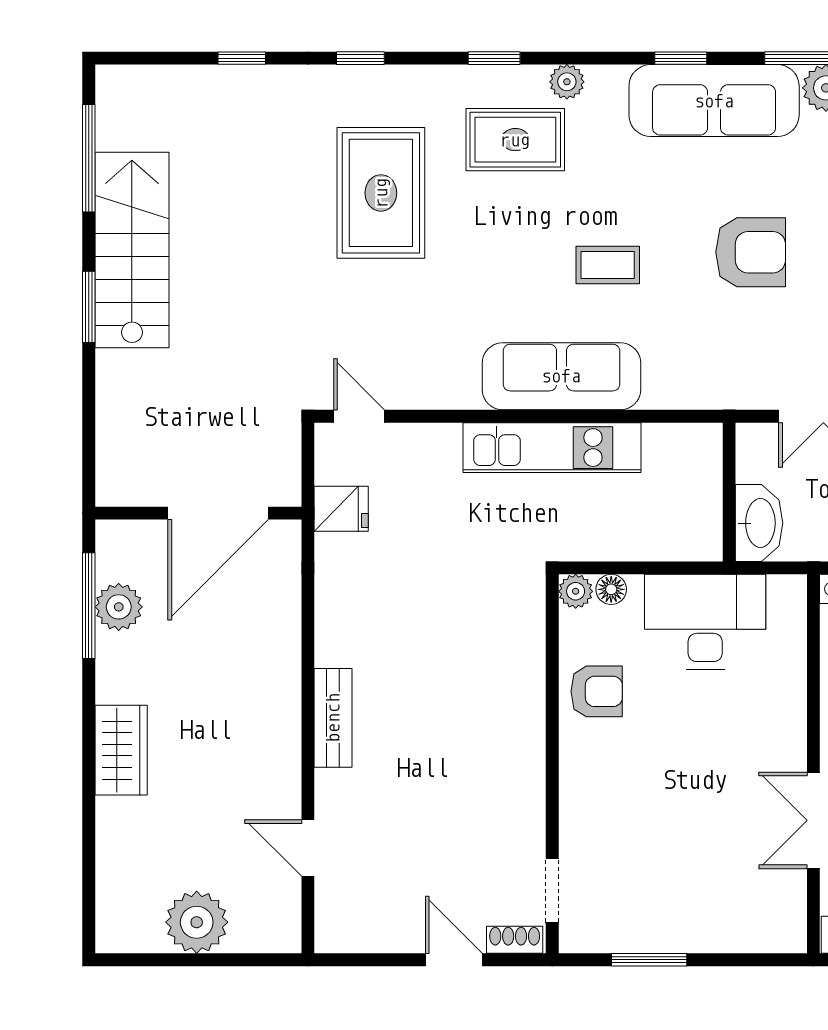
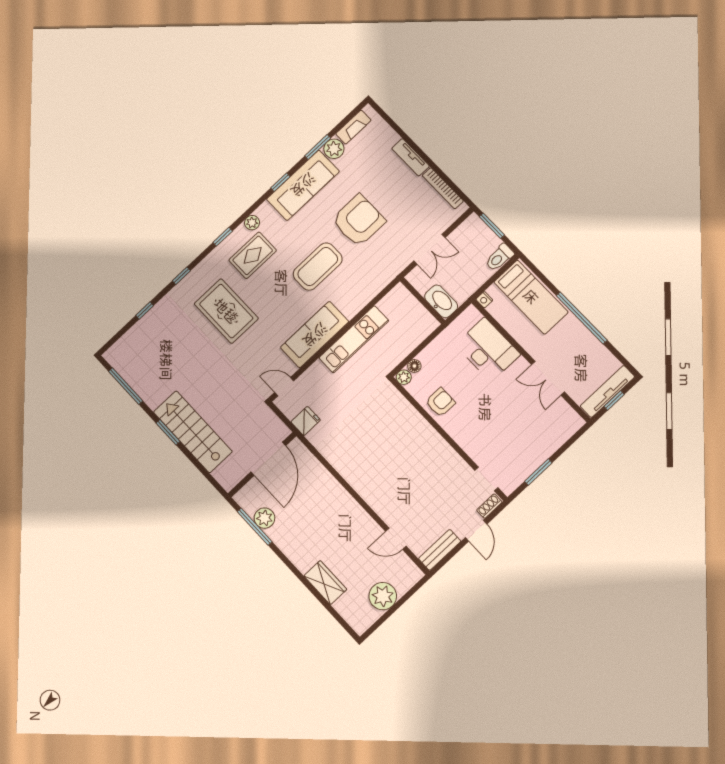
stairs: (132, 250) -> (193, 432), moved
armchair: (751, 252) -> (358, 221), width x1.36, depth x1.36
coffee table: (608, 265) -> (318, 267), width x1.86, depth x1.72
sofa: (561, 376) -> (315, 335), moved
desk: (705, 622) -> (488, 350), moved, turned 90
bench: (333, 718) -> (440, 550), moved, turned 90
wardrobe: (121, 750) -> (325, 583), moved
door: (454, 960) -> (476, 531), swing flipped

